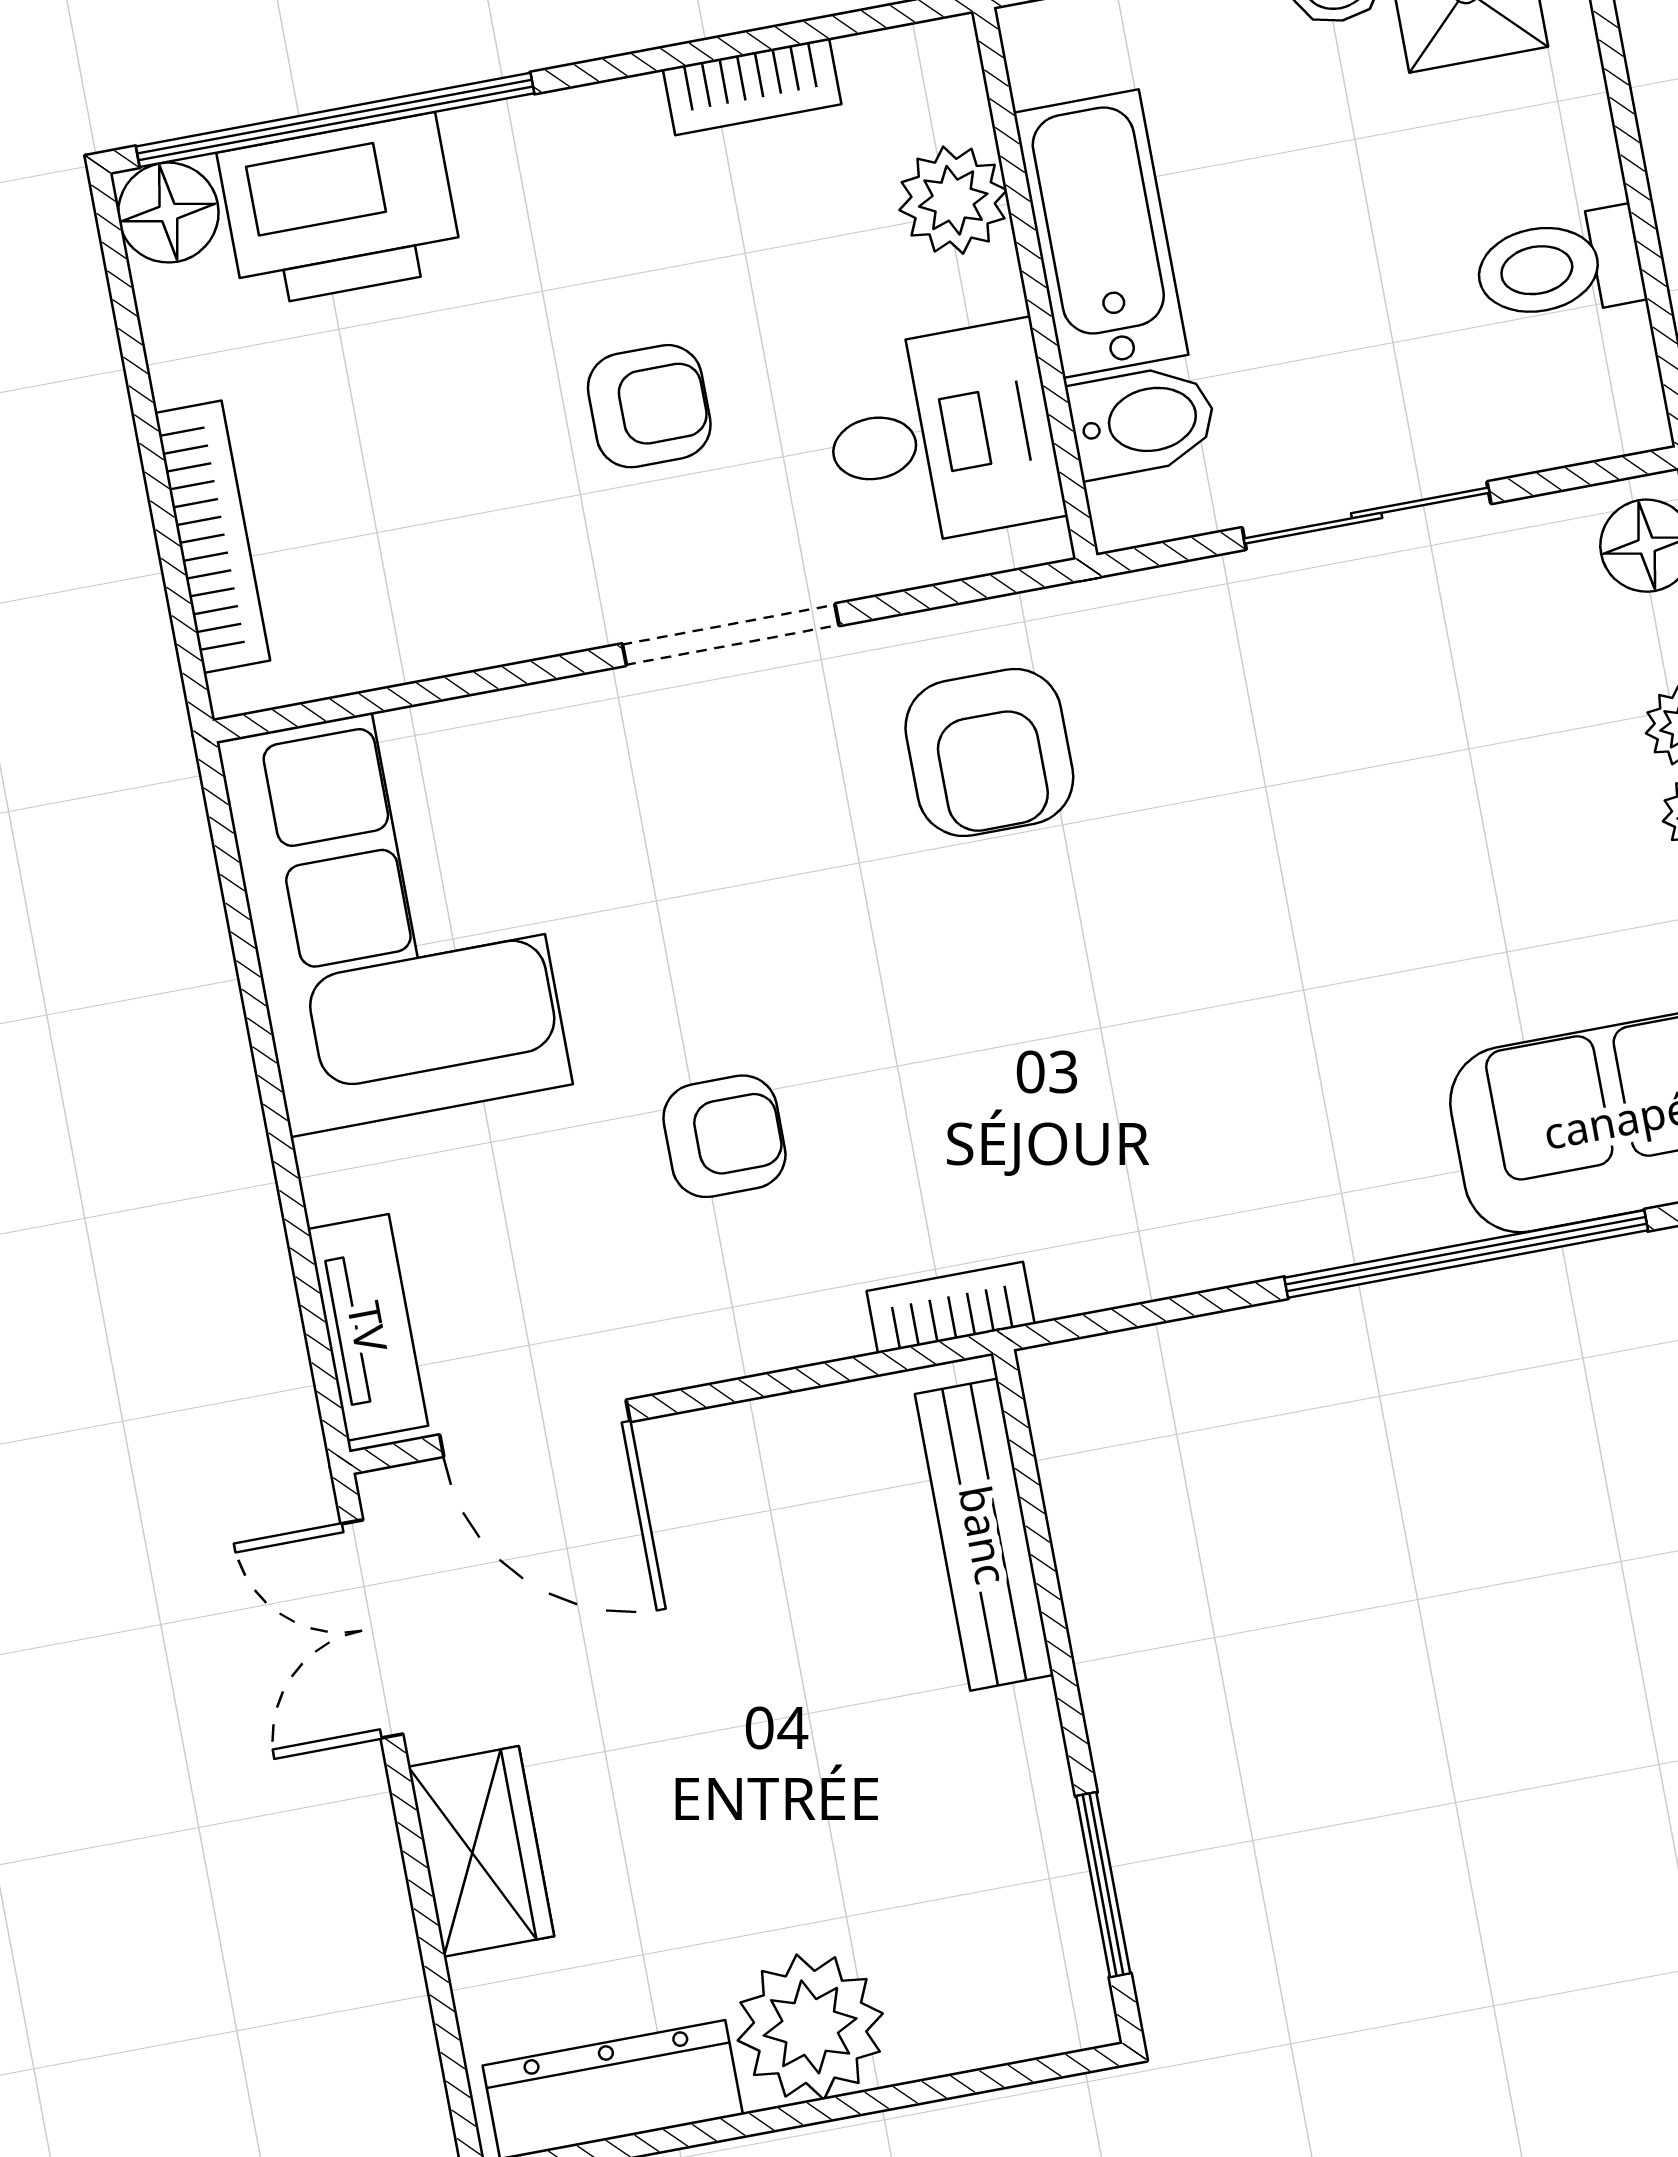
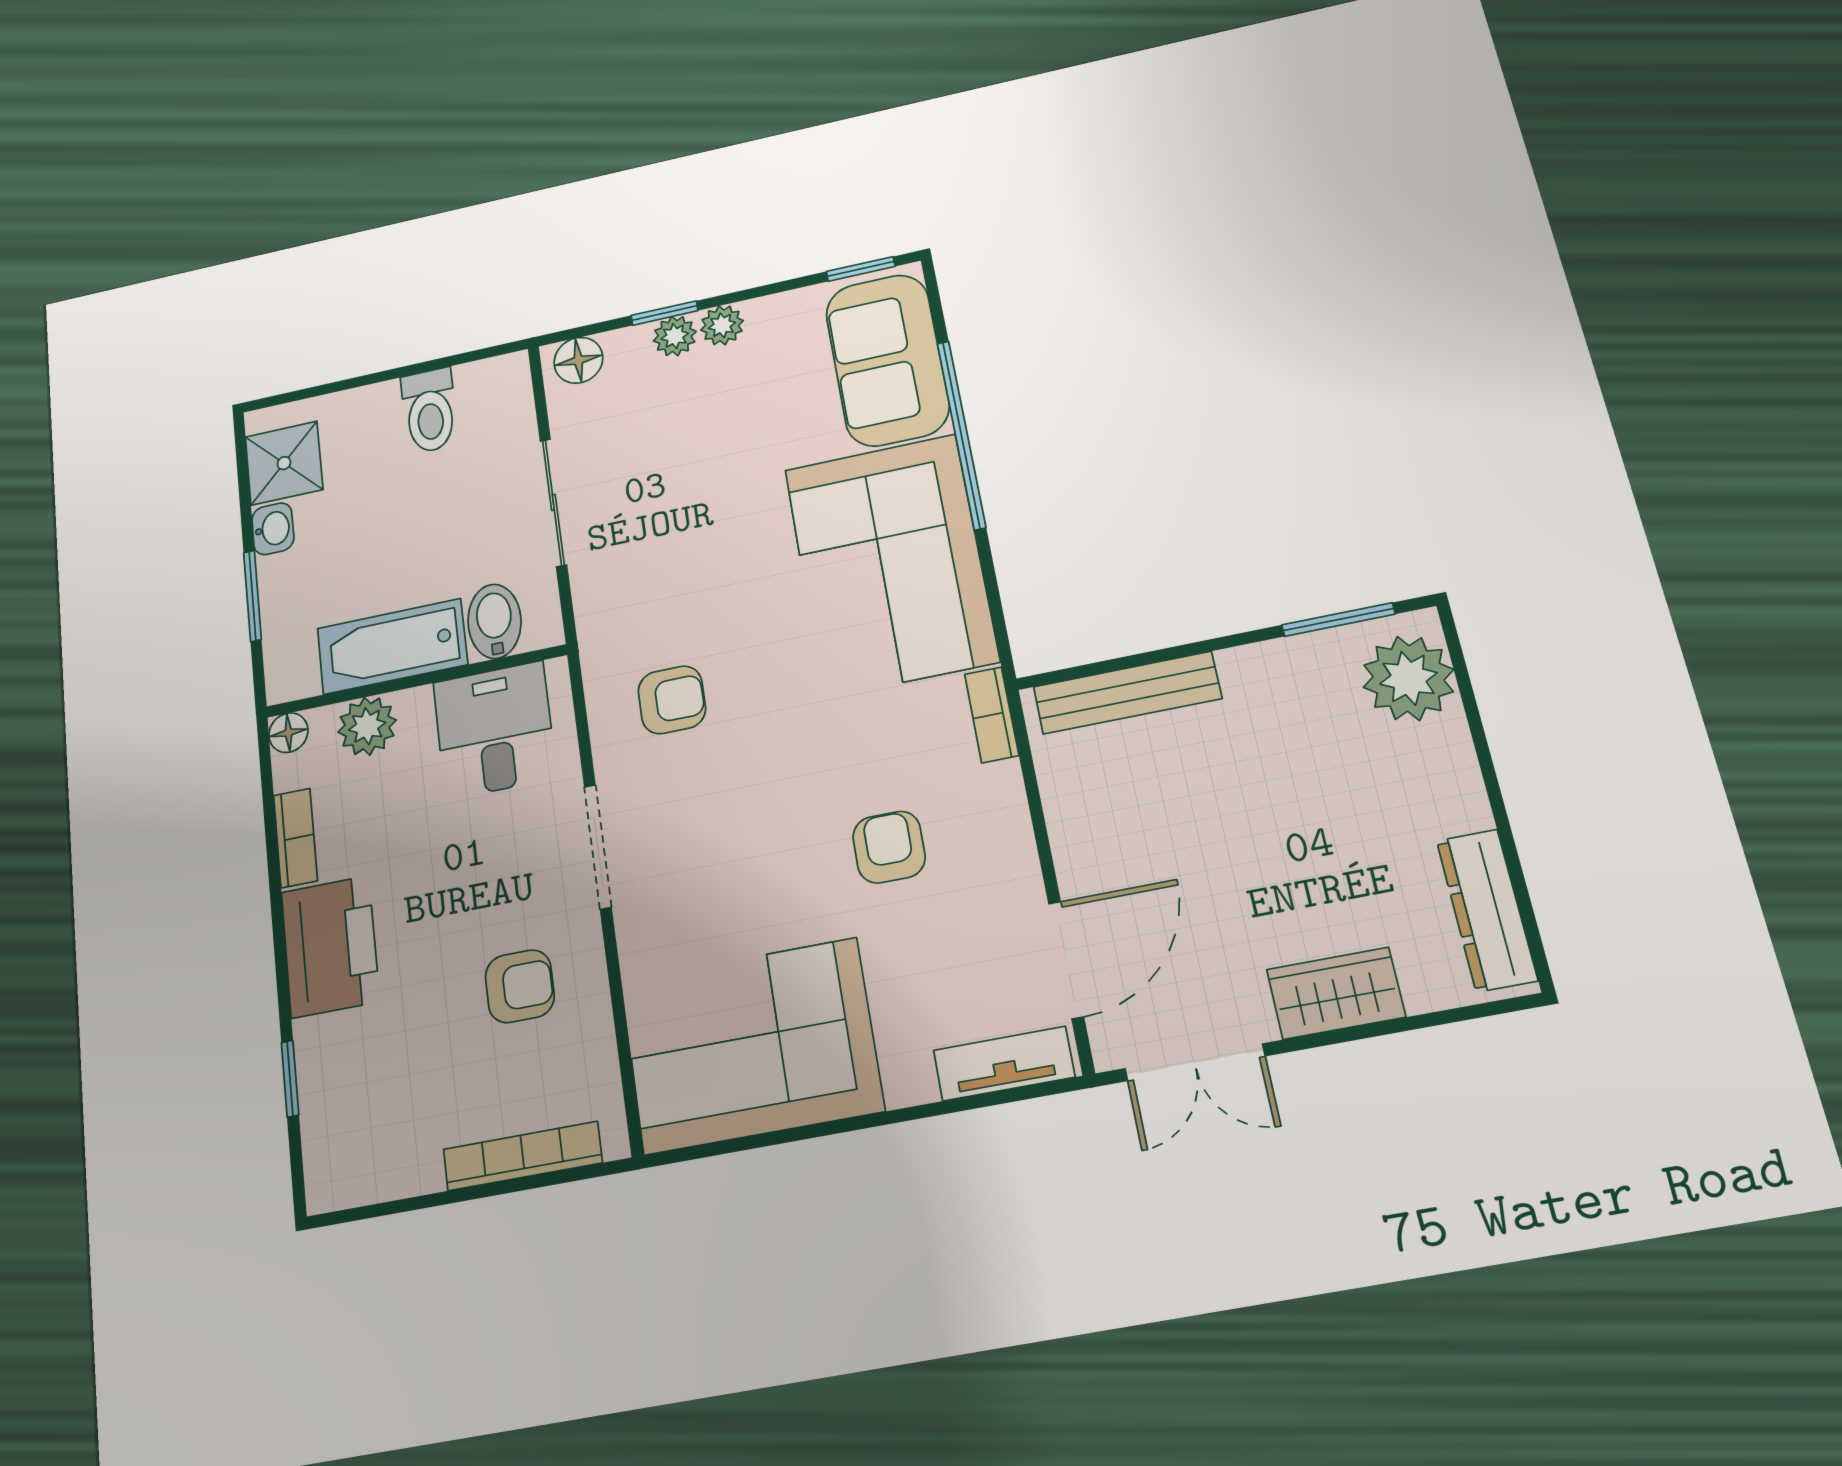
window: (335, 120) -> (290, 1079), width x0.32
printer: (340, 211) -> (330, 946), moved
floor lamp: (168, 213) -> (288, 733), moved, width x0.73, depth x0.73
armchair: (649, 406) -> (520, 986), moved, turned 90
armchair: (989, 753) -> (672, 700), width x0.72, depth x0.72
corner sofa: (1227, 1131) -> (890, 564), added
plant: (810, 2027) -> (1408, 678), moved

